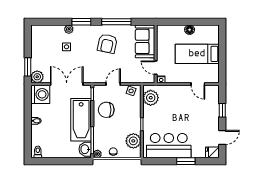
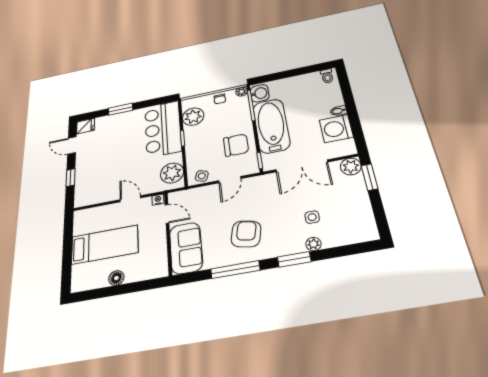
door: (198, 84) -> (130, 199), moved
washing machine: (40, 94) -> (336, 129), moved
door: (222, 137) -> (72, 145), hinge flipped
bar counter: (169, 146) -> (163, 129), moved, turned 90

